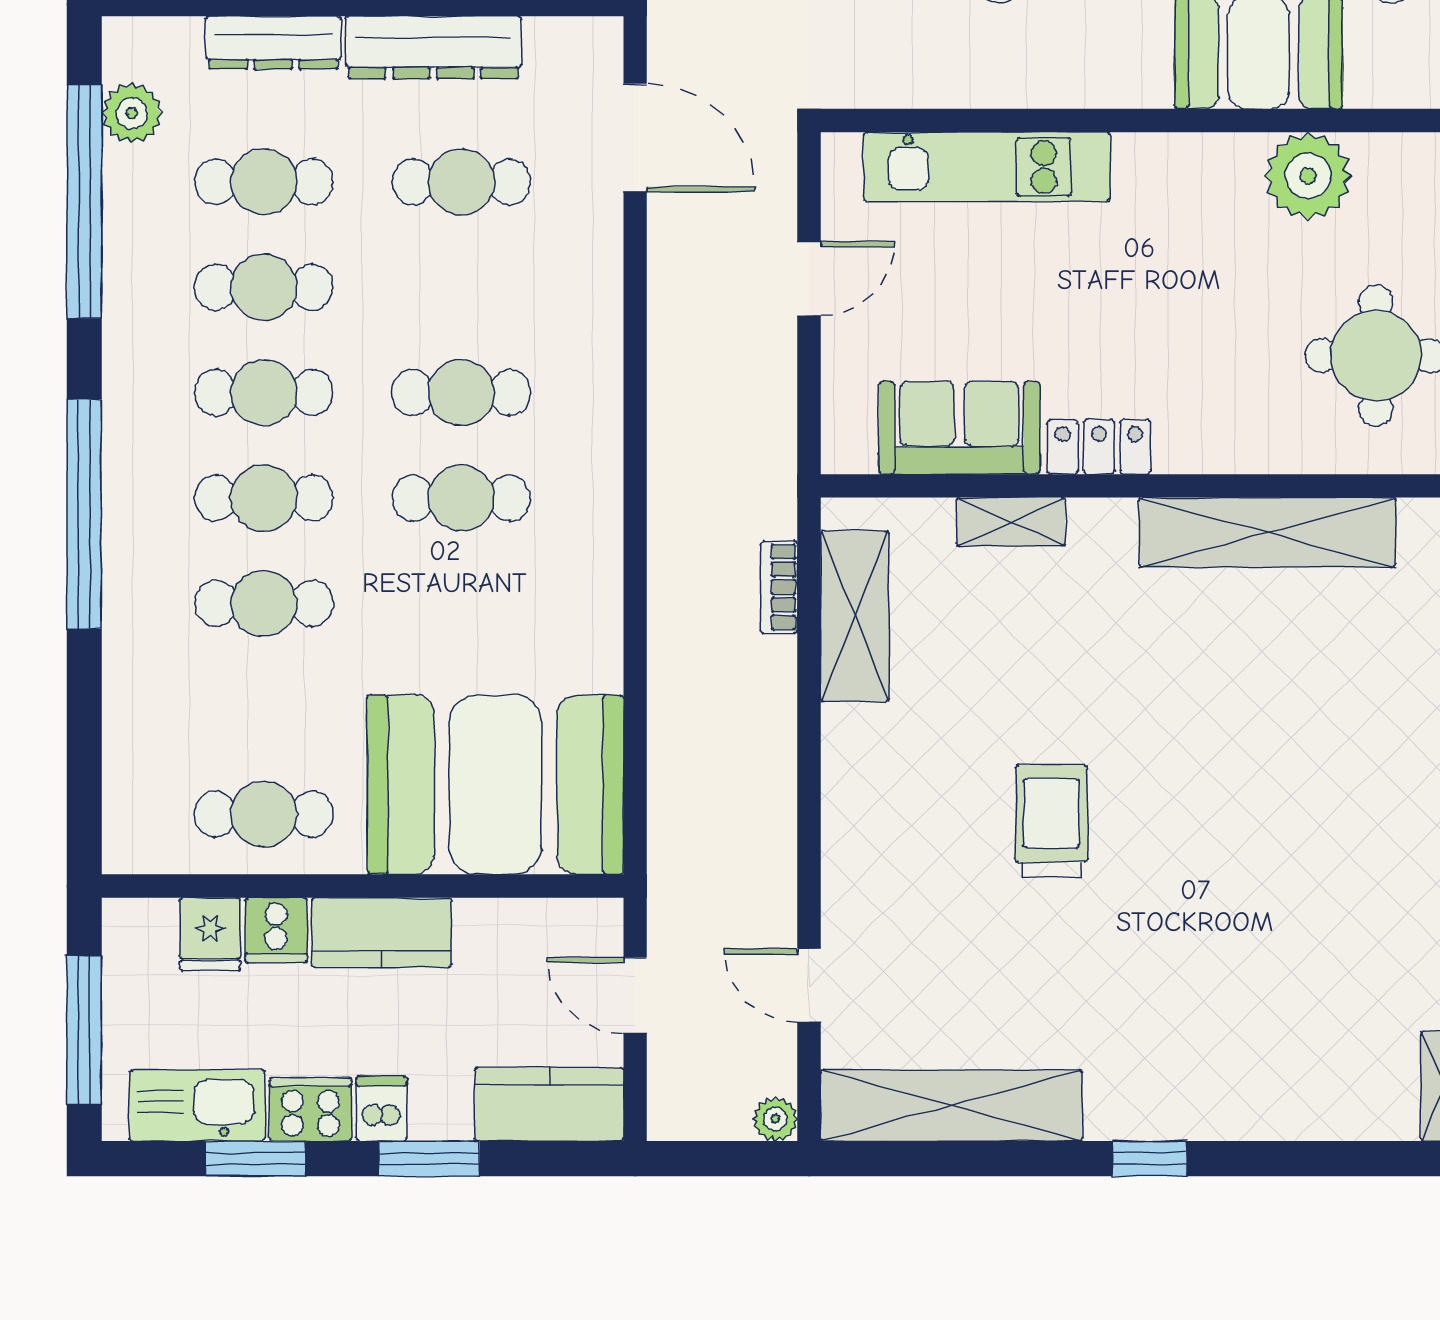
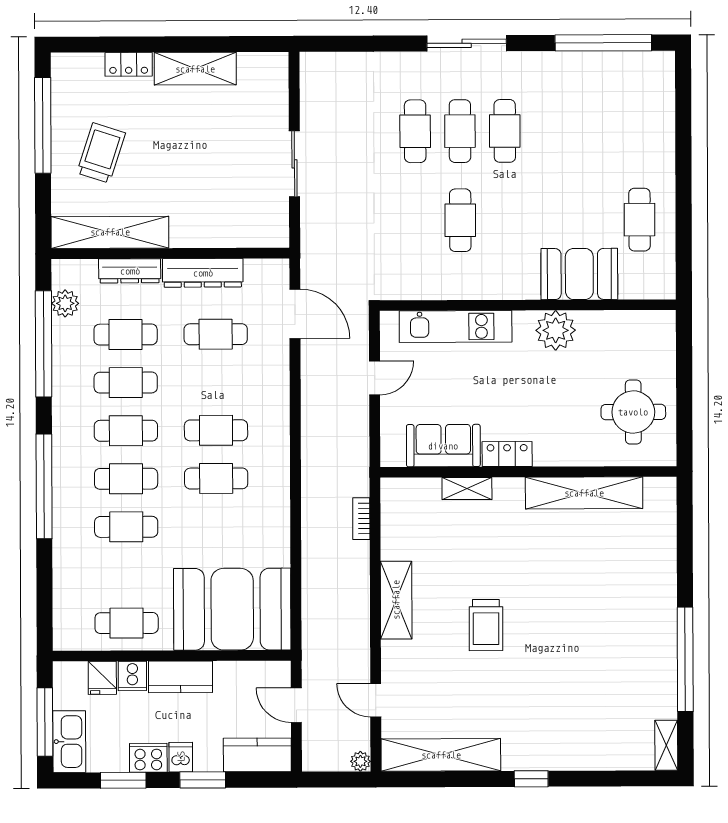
plant: (1308, 176) -> (556, 330), moved
shelving: (855, 616) -> (396, 600), moved
trolley: (1051, 821) -> (486, 625), turned 180
kitchen sink: (197, 1105) -> (69, 742), moved, turned 90

